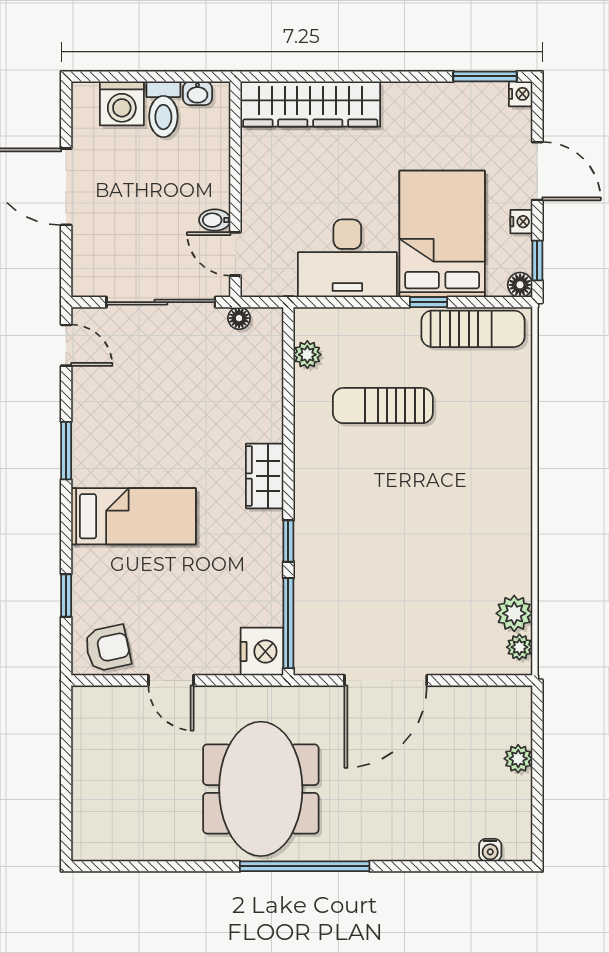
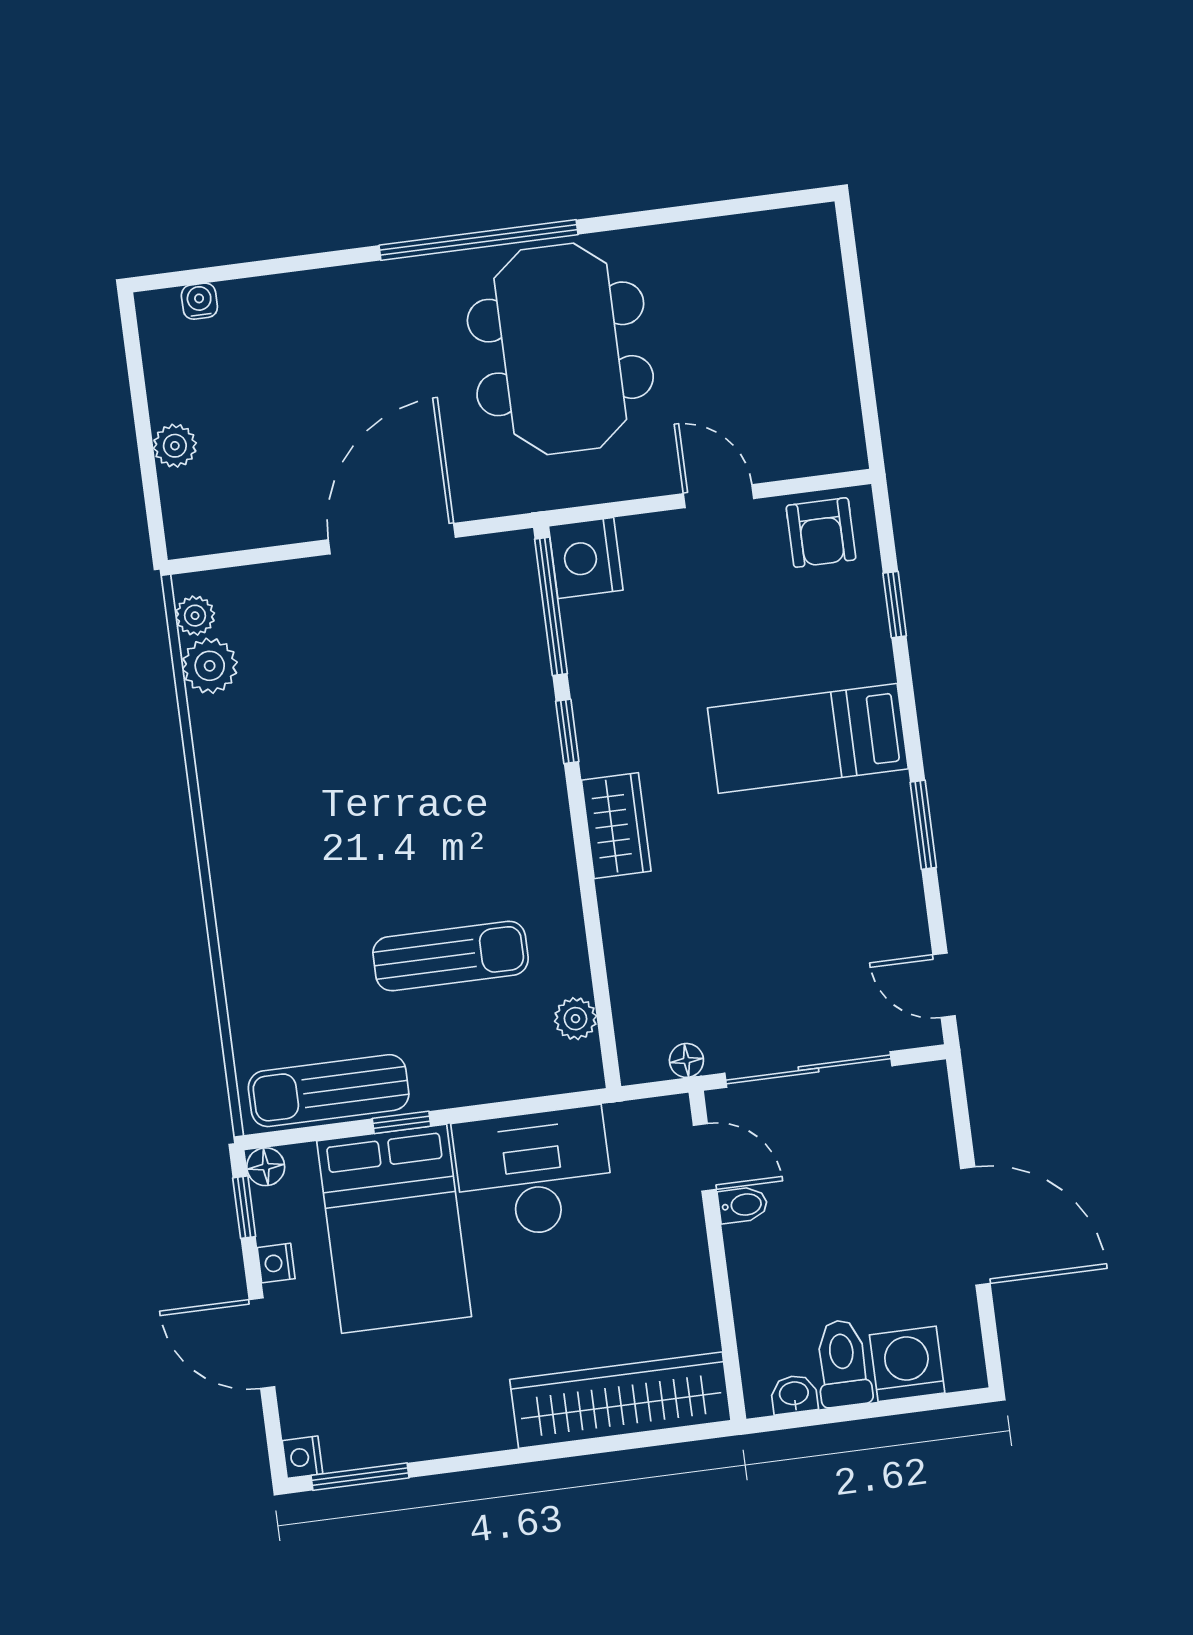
armchair: (108, 648) -> (821, 533), turned -78

